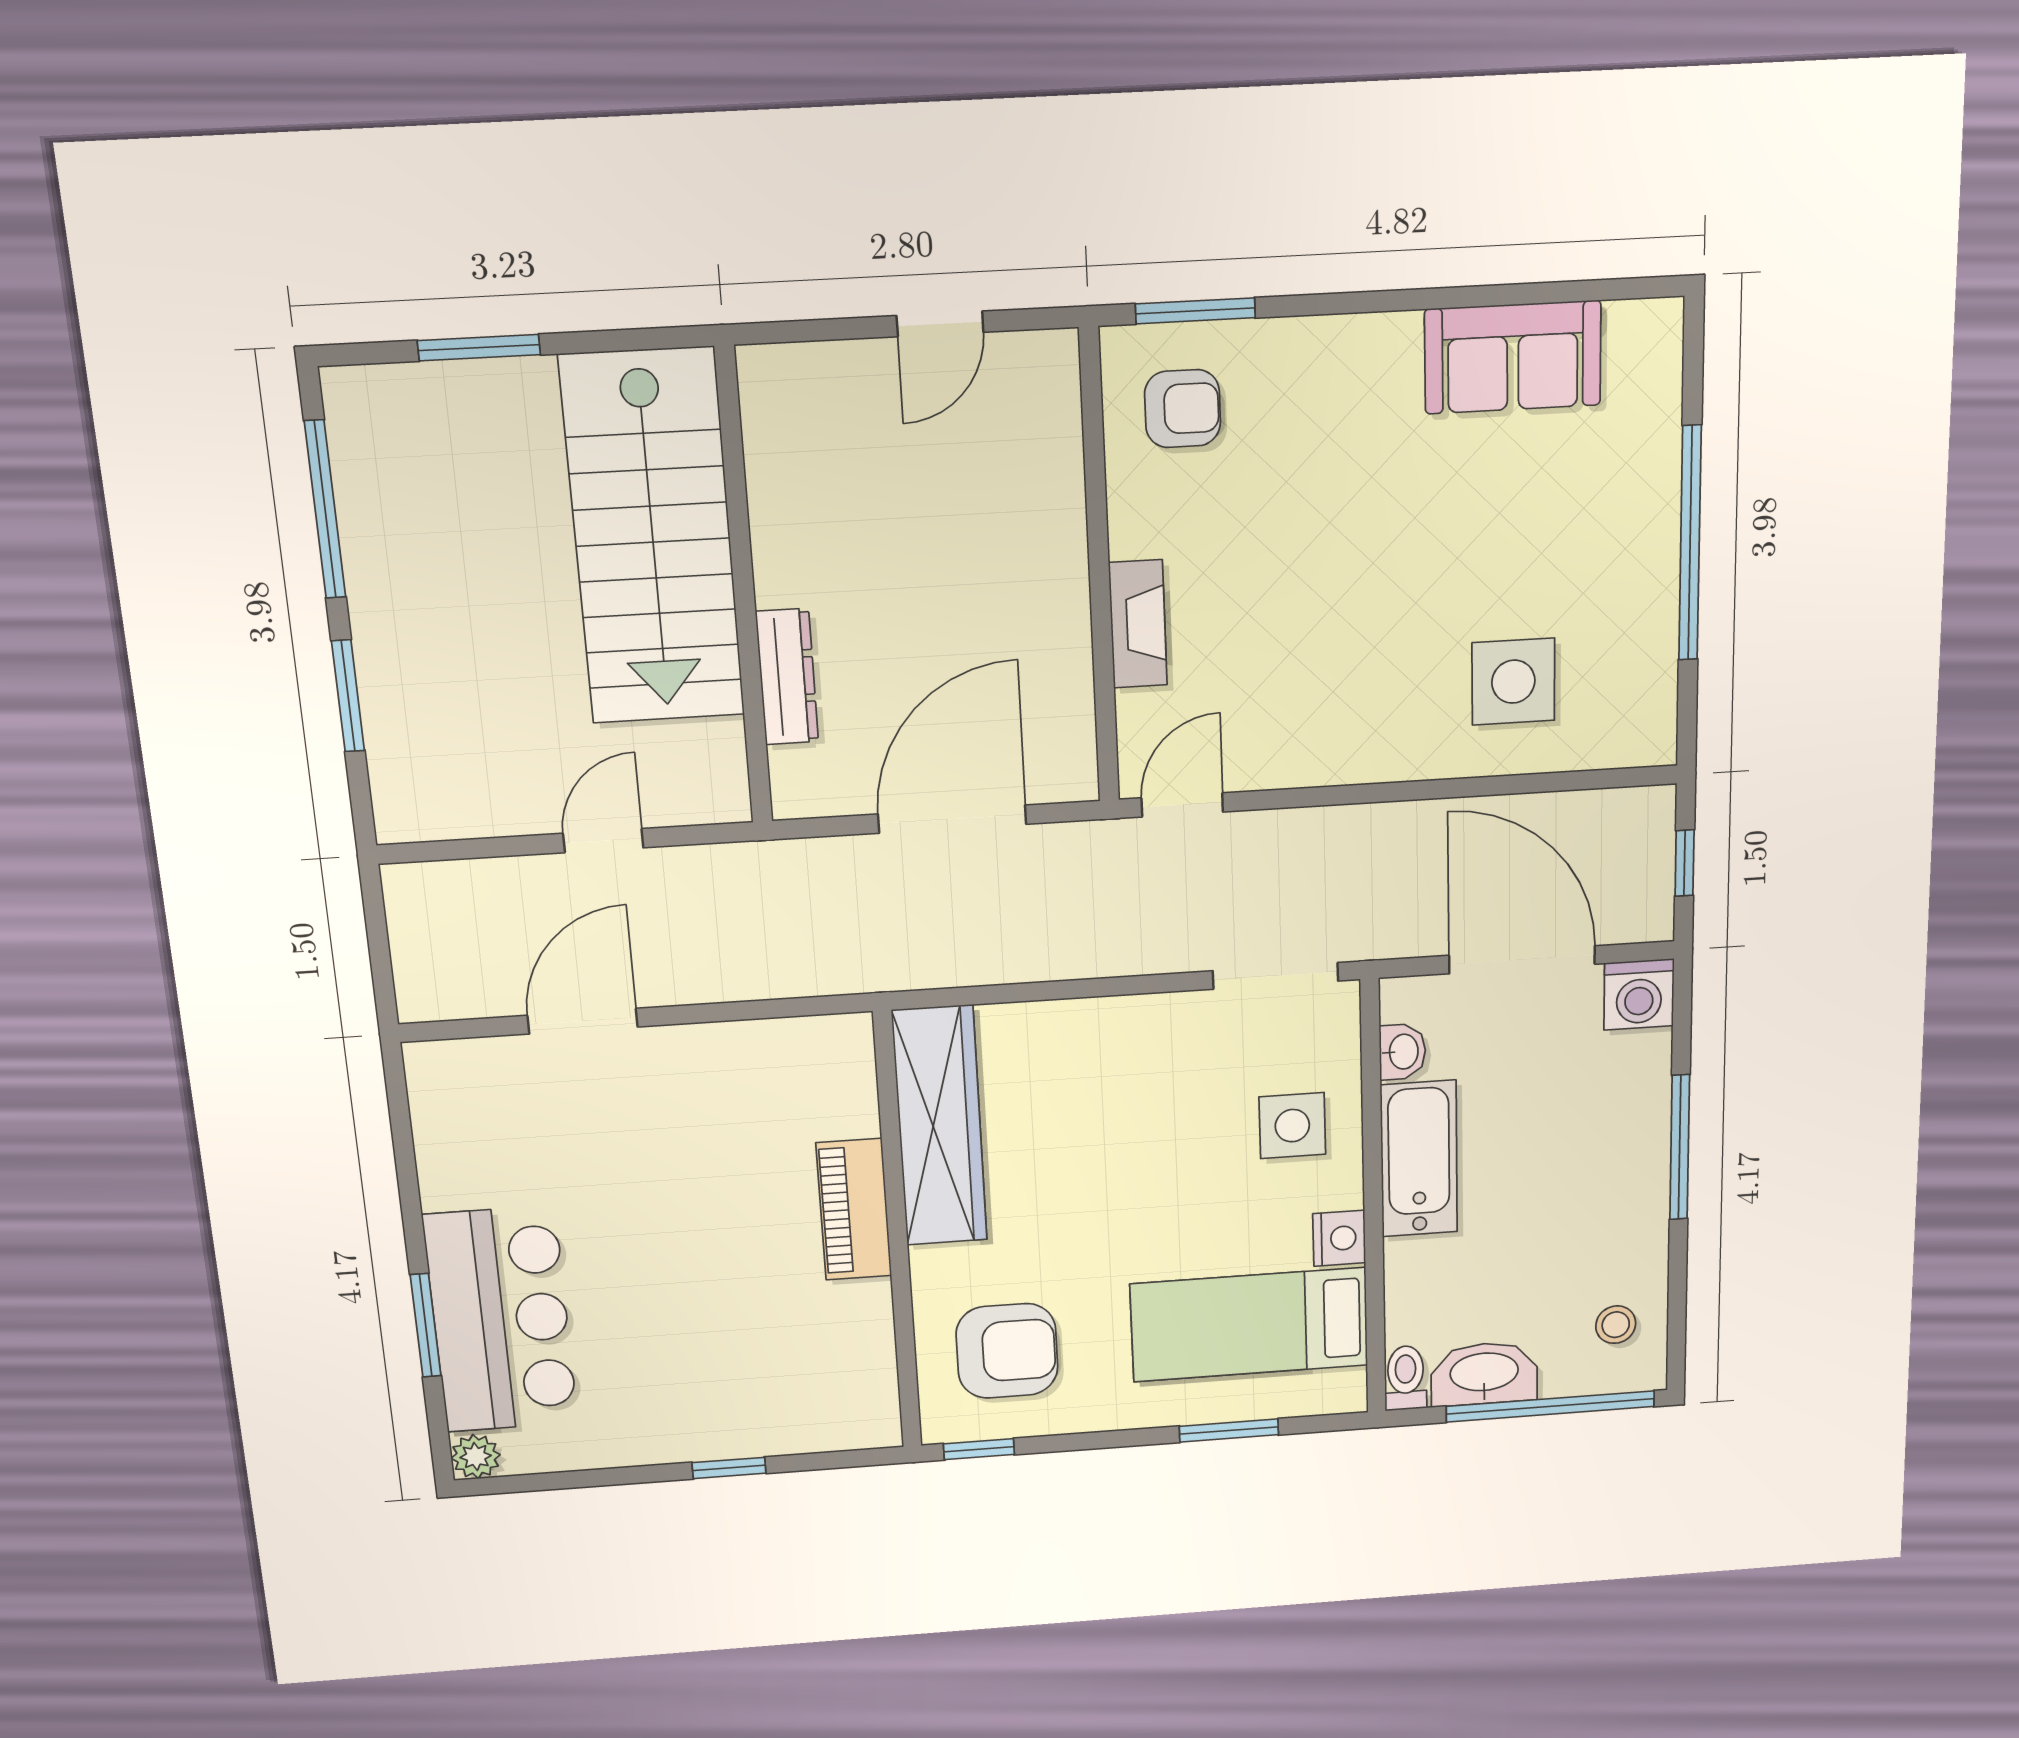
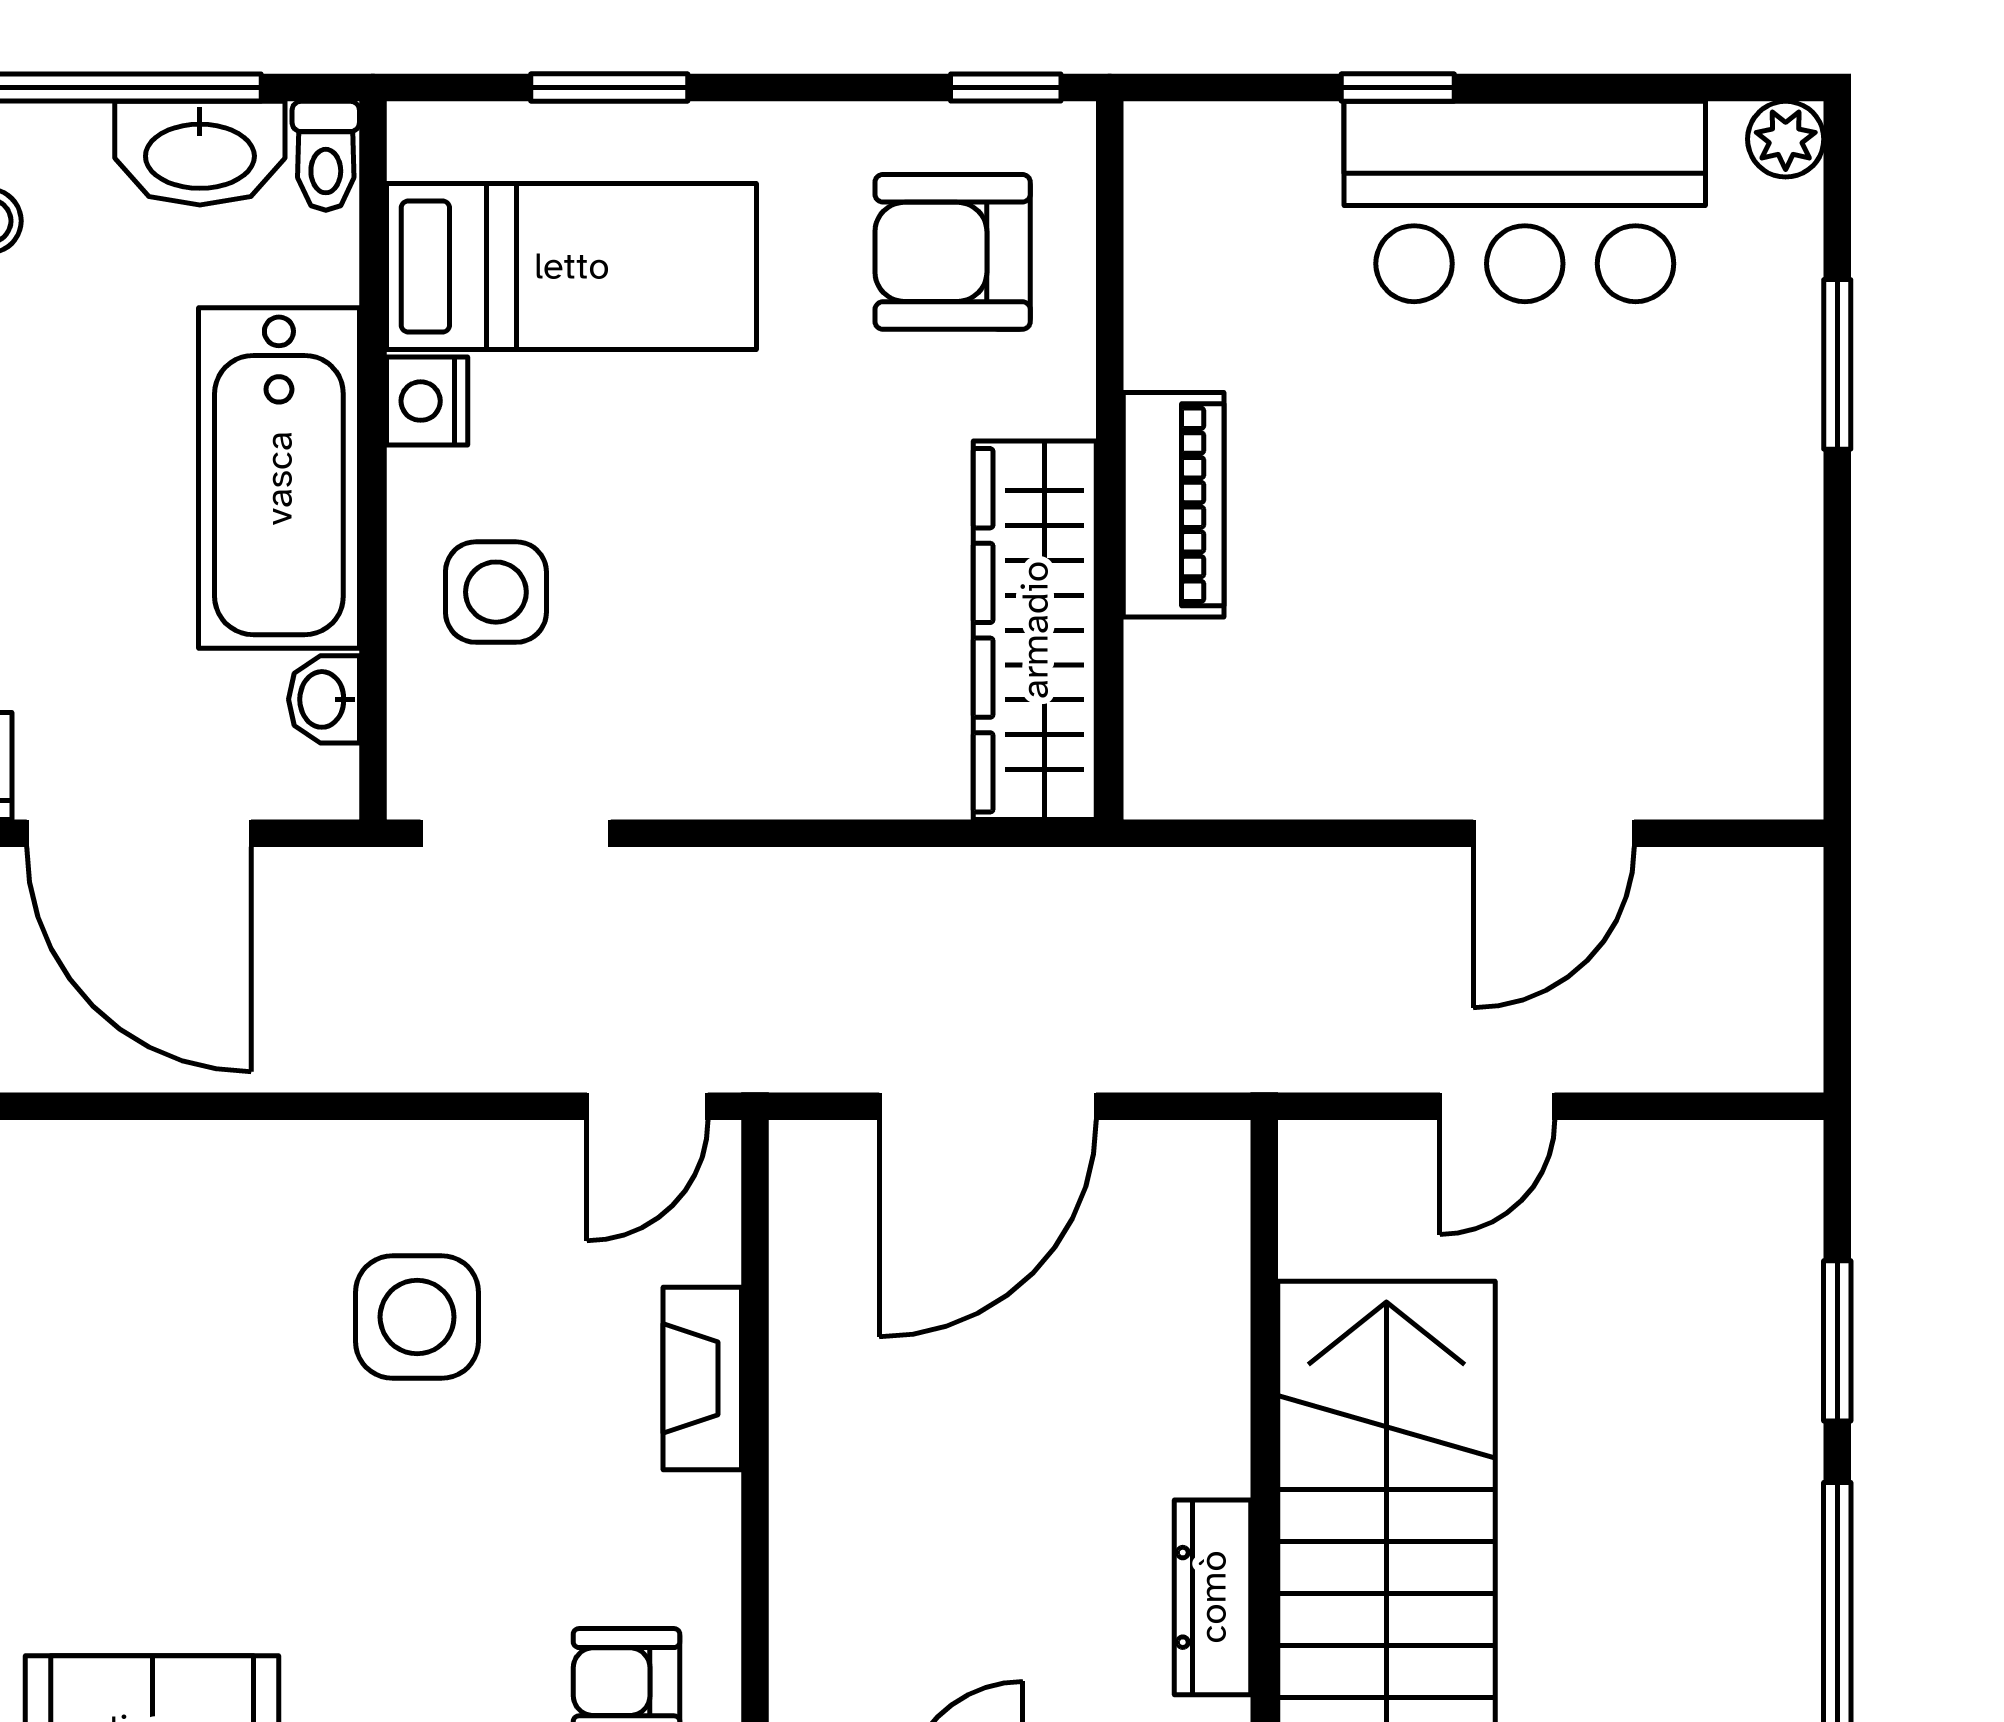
dresser: (787, 677) -> (1213, 1597), moved
side table: (1513, 682) -> (417, 1317), moved
bathtub: (1419, 1159) -> (279, 478), width x1.36, depth x1.36
bar counter: (501, 1320) -> (1525, 201), moved, turned -90

